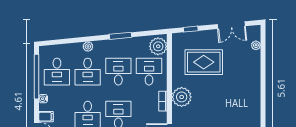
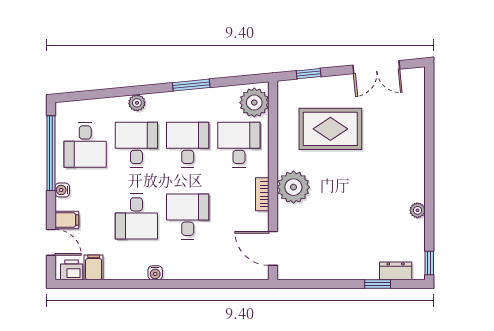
plant: (256, 45) -> (417, 210), moved
desk: (88, 72) -> (136, 145), turned 180

